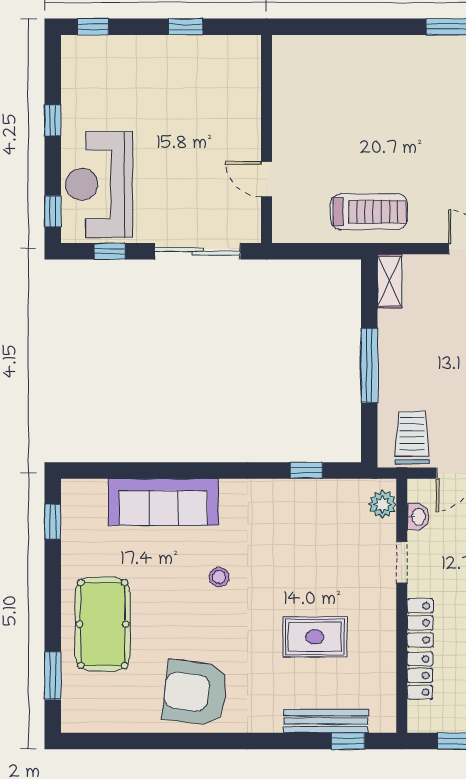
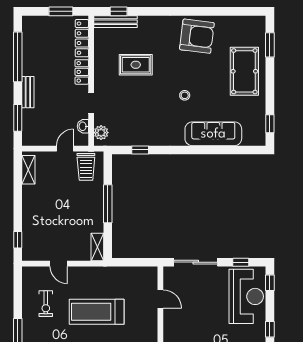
treadmill: (369, 212) -> (97, 312), moved, width x1.37, depth x1.38
locker: (420, 676) -> (82, 38), width x1.53
bench: (326, 721) -> (116, 22), moved

